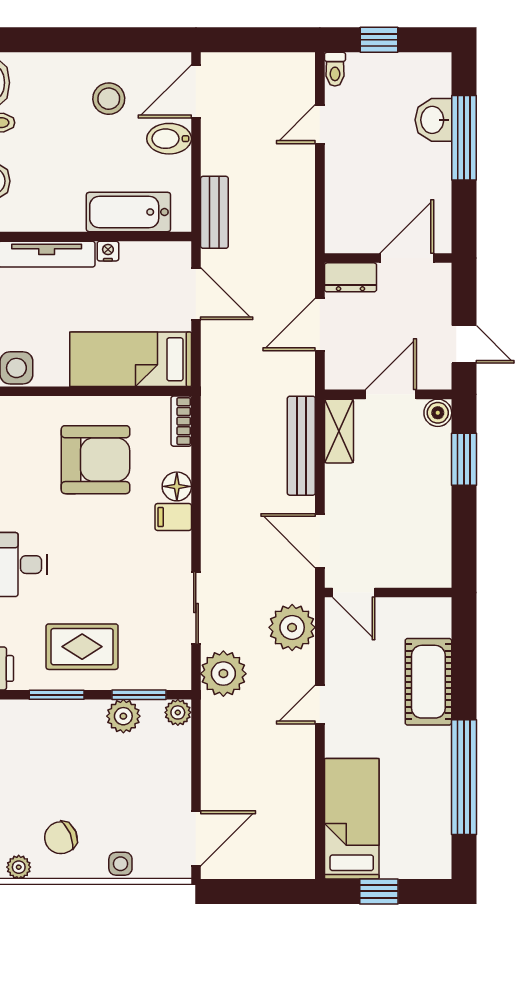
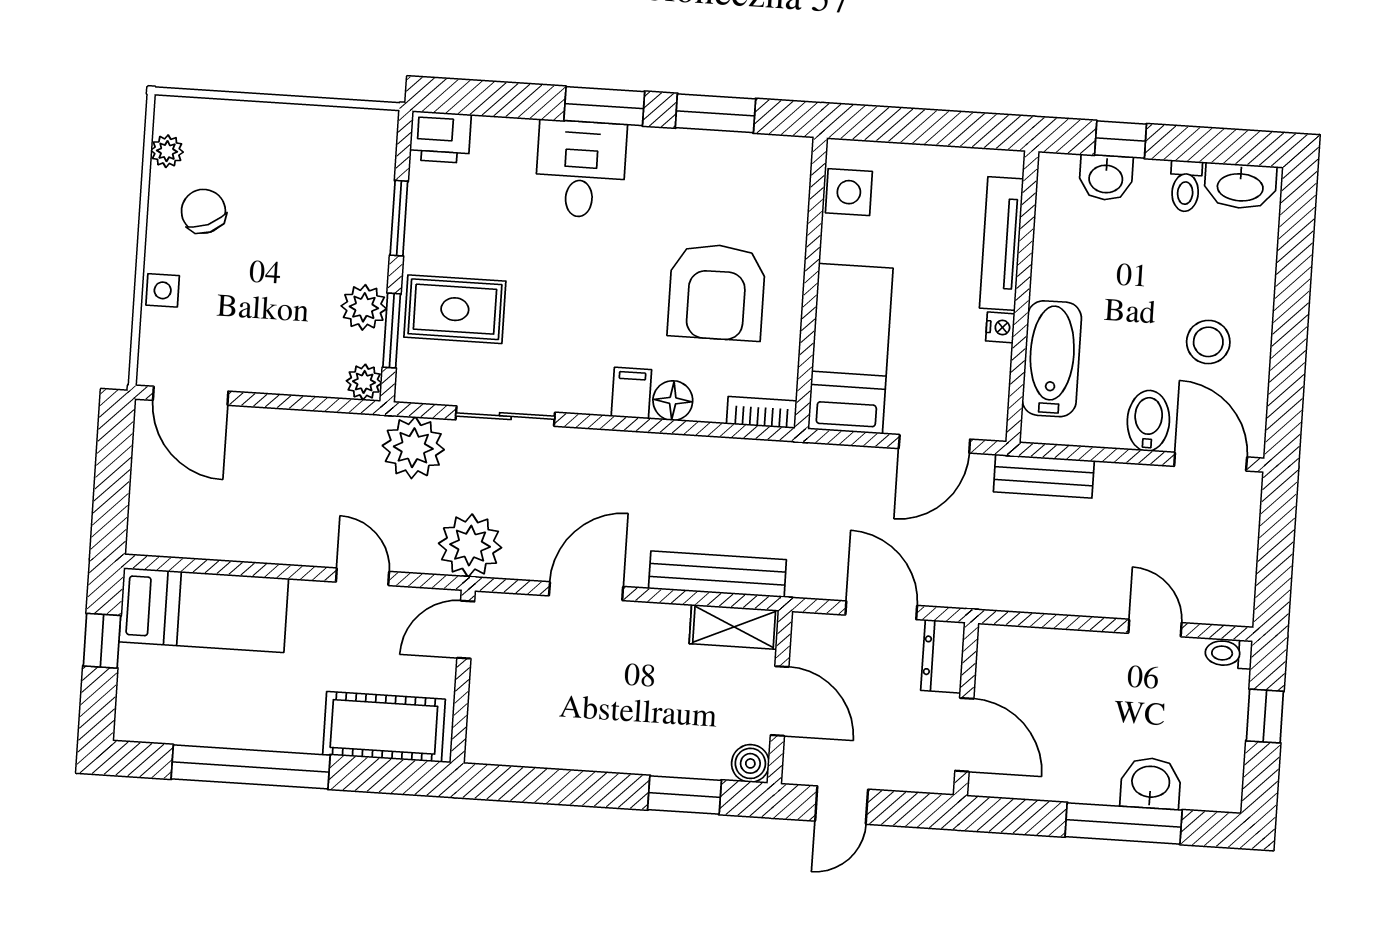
door: (354, 593) -> (466, 630), moved
wall: (388, 593) -> (463, 677), moved
rug: (82, 647) -> (455, 309), moved, turned 90

